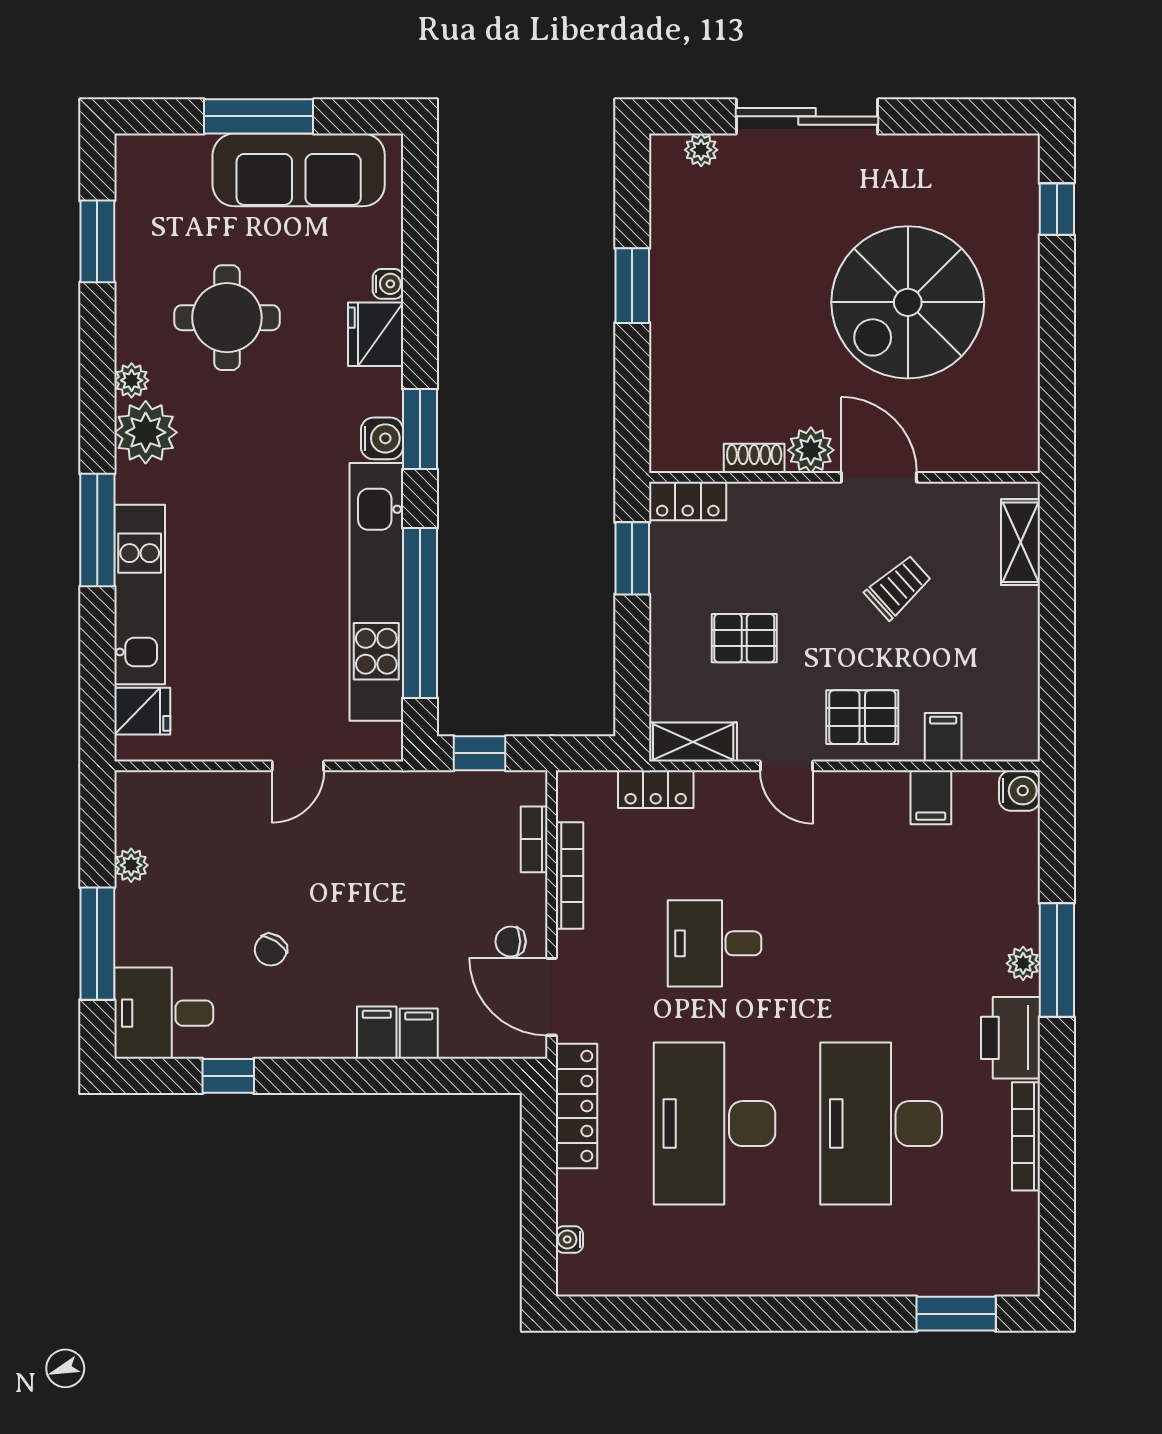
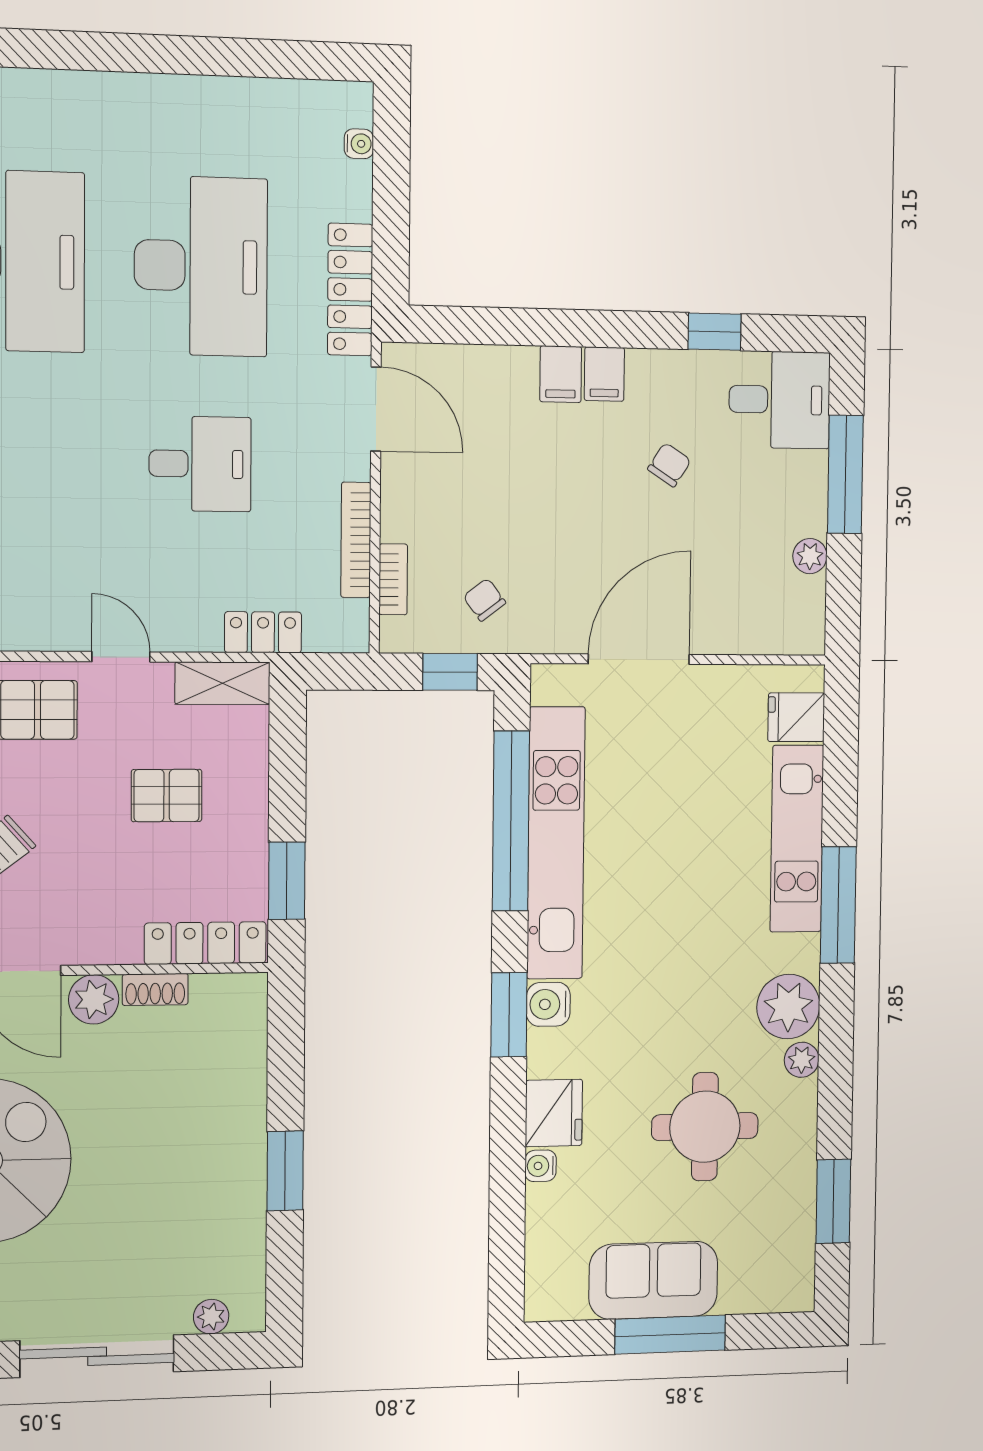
sofa: (299, 170) -> (653, 1280), width x0.73
locker: (688, 501) -> (205, 943), width x1.53
door: (298, 766) -> (639, 659), width x1.87
chair: (511, 941) -> (484, 600), moved, turned -127
filing cabinet: (419, 1034) -> (604, 374), moved

